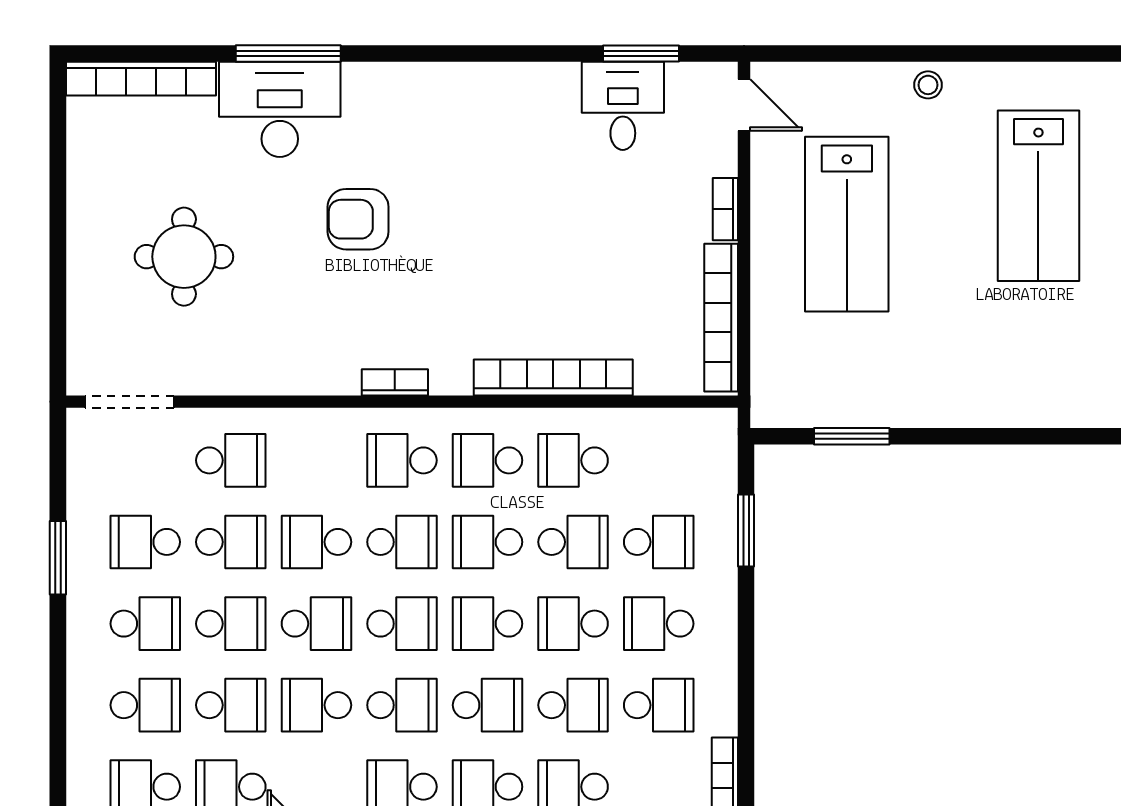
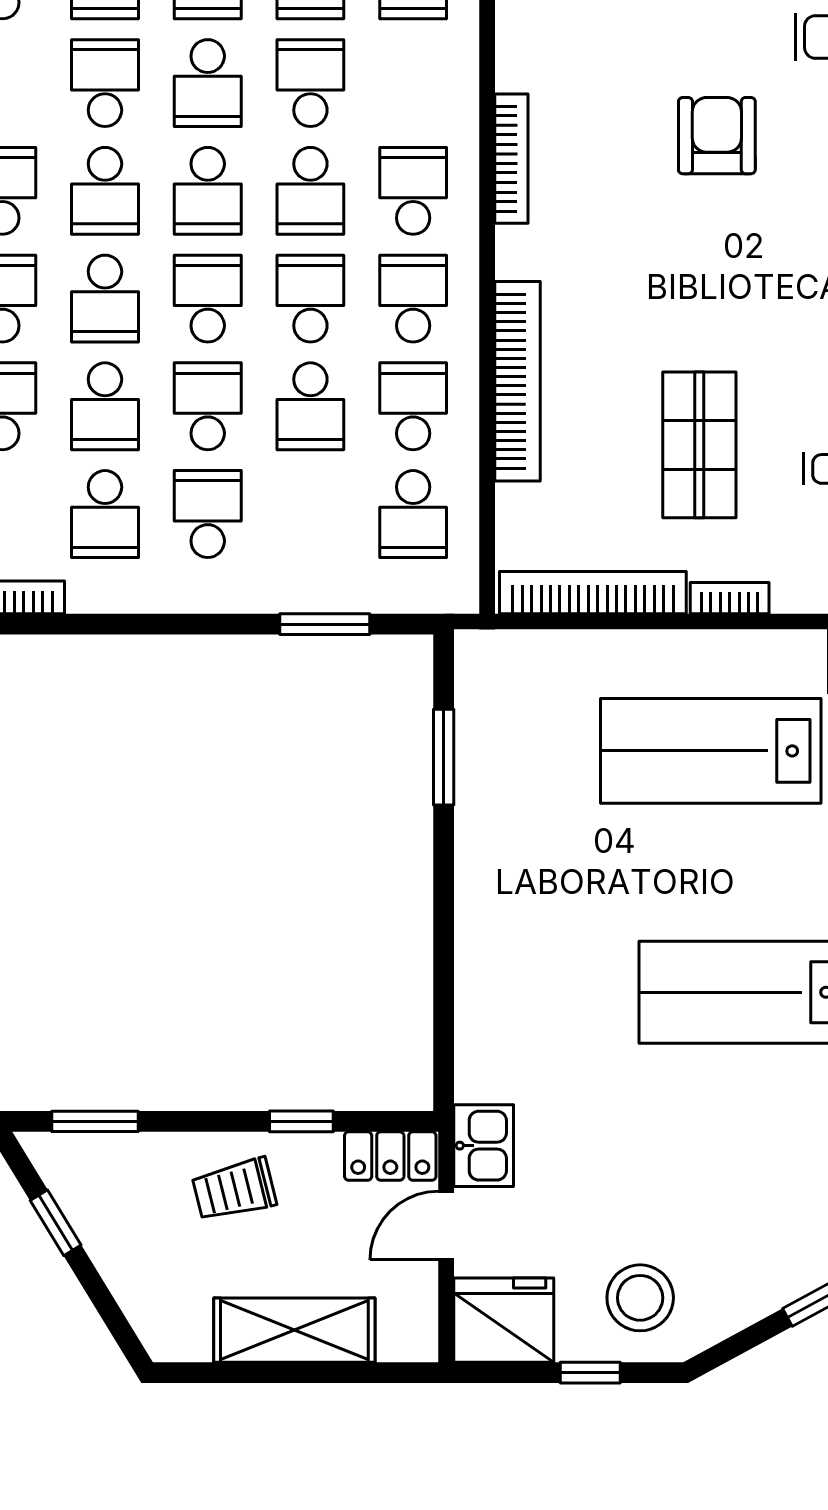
shop shelf: (604, 233) -> (699, 445), added
bookcase: (395, 382) -> (511, 159), width x1.56
school desk: (659, 542) -> (413, 514), moved

